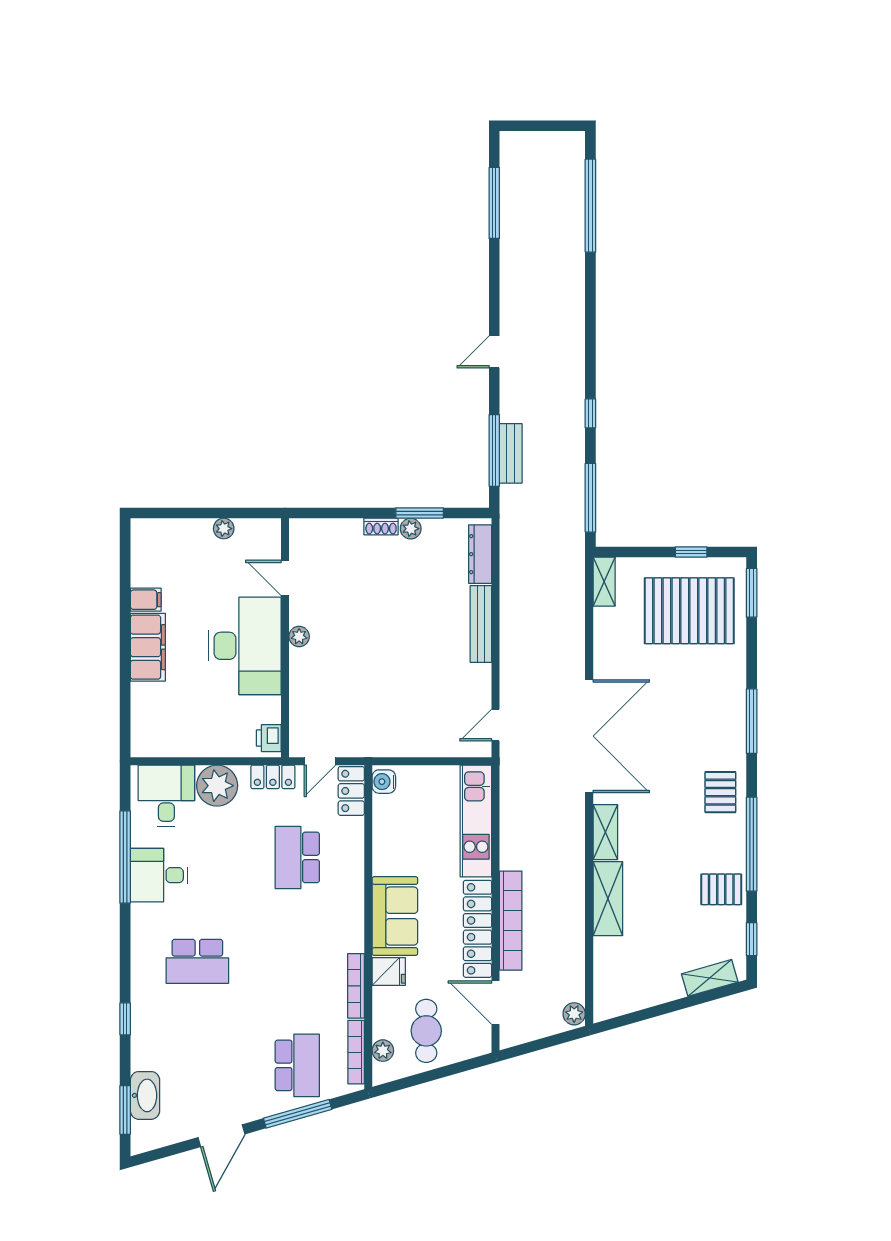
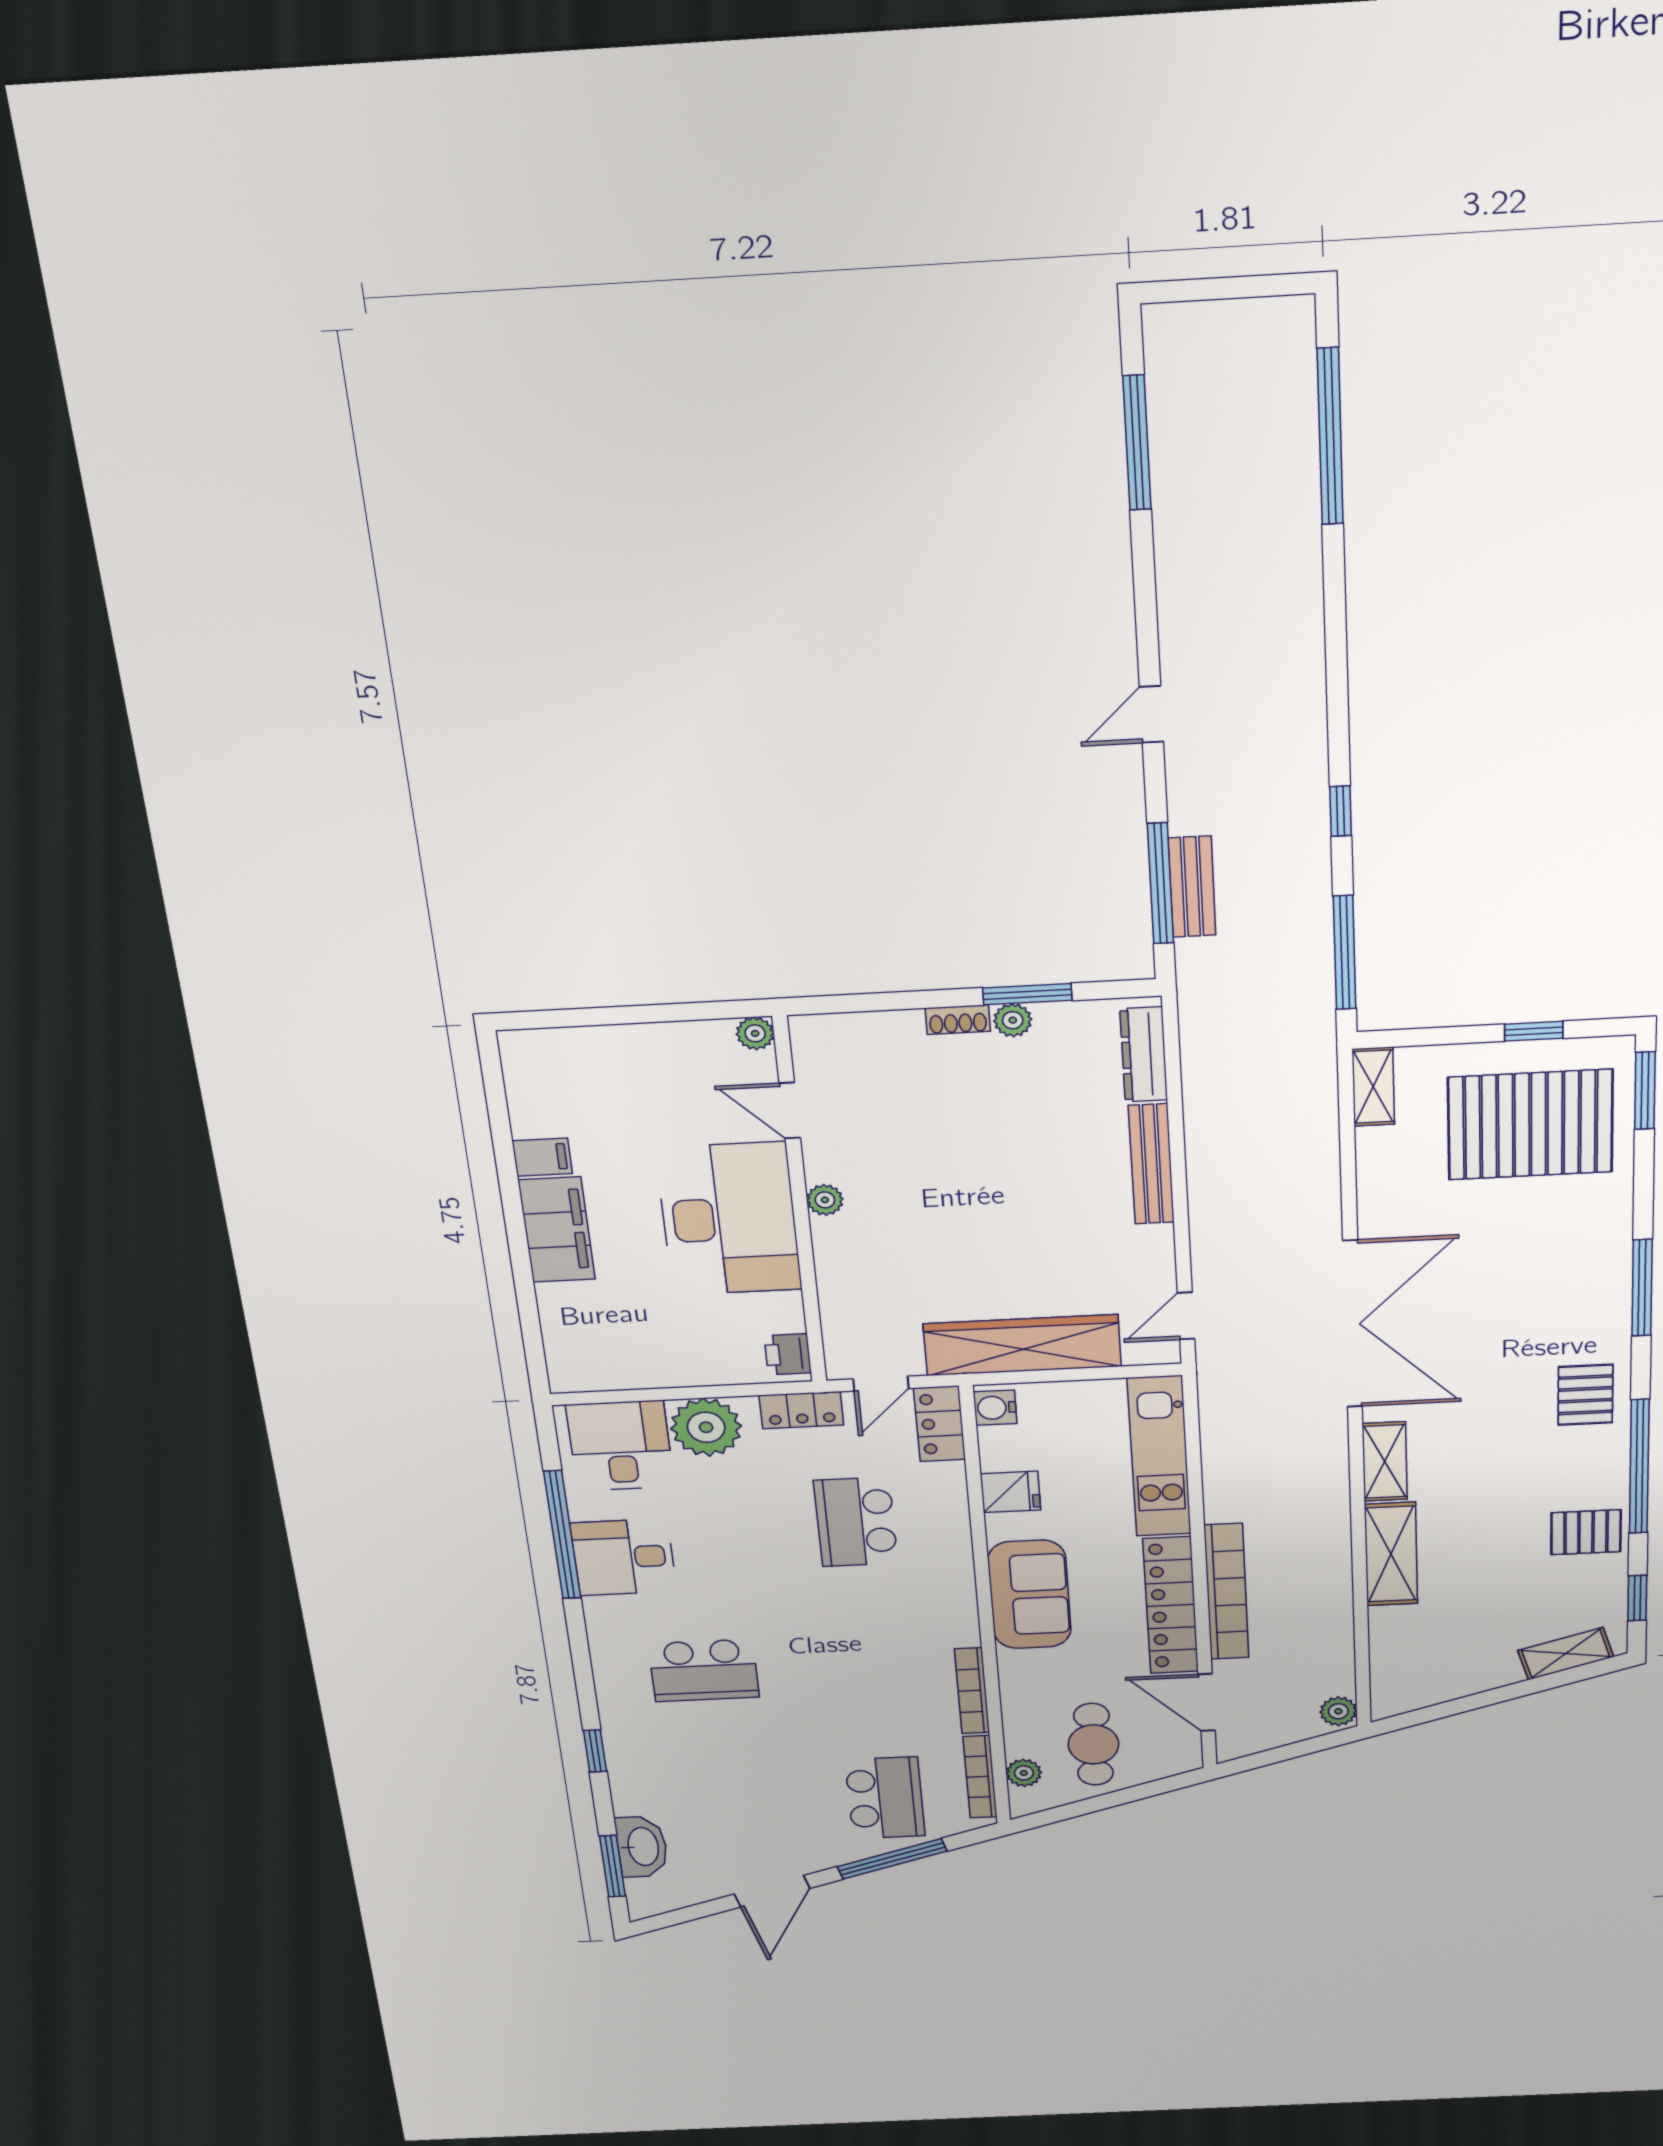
plant: (224, 529) -> (755, 1033), moved
wardrobe: (402, 740) -> (1022, 1345), added
fridge: (389, 971) -> (1011, 1492), moved

